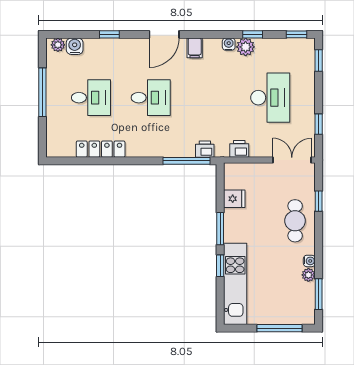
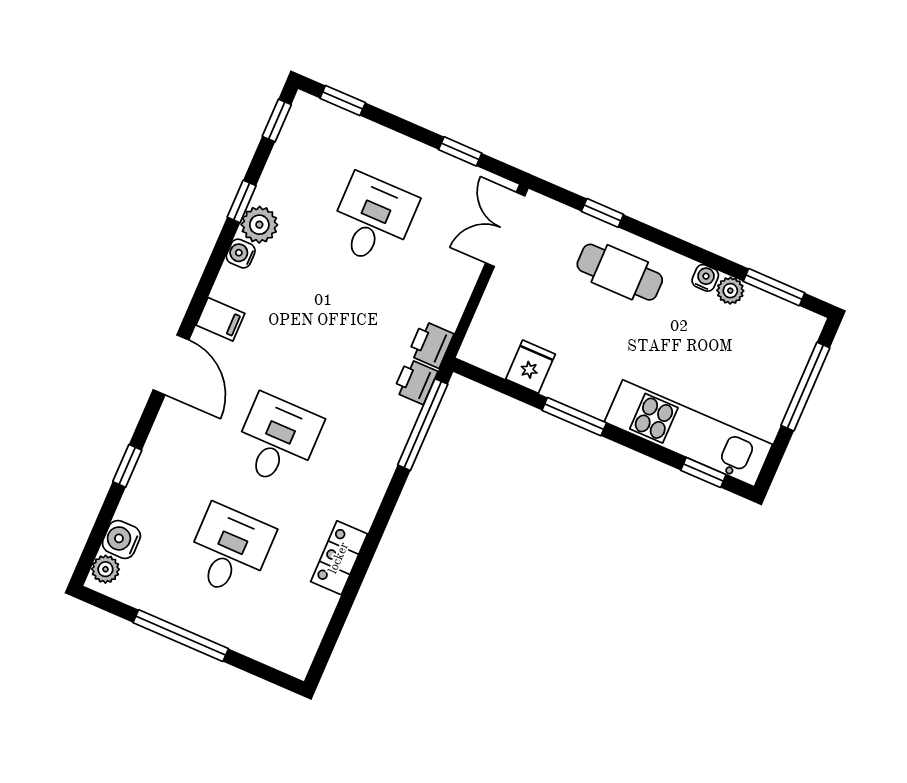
desk: (270, 98) -> (373, 220), width x0.73
locker: (101, 149) -> (339, 558), width x0.66
printer: (239, 149) -> (431, 344), moved
window: (220, 266) -> (703, 472), moved

